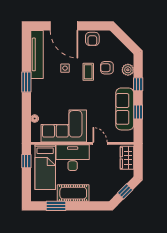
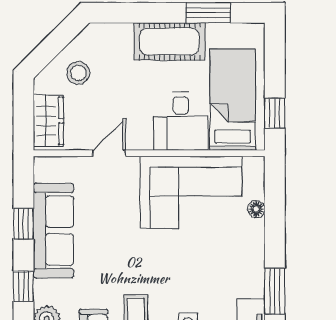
door: (100, 143) -> (109, 153), swing flipped
desk: (73, 158) -> (181, 121), width x0.73
stool: (114, 179) -> (78, 73), added
window: (125, 191) -> (53, 45), removed

